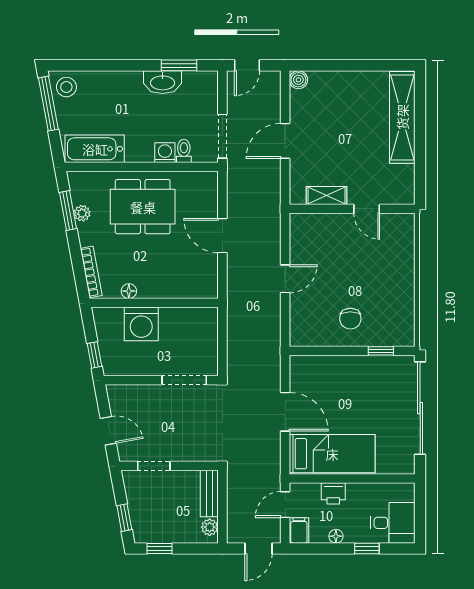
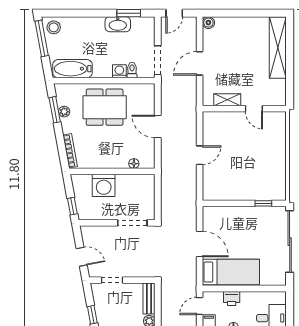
floor lamp: (129, 291) -> (134, 164), moved
chair: (350, 319) -> (243, 182), removed

